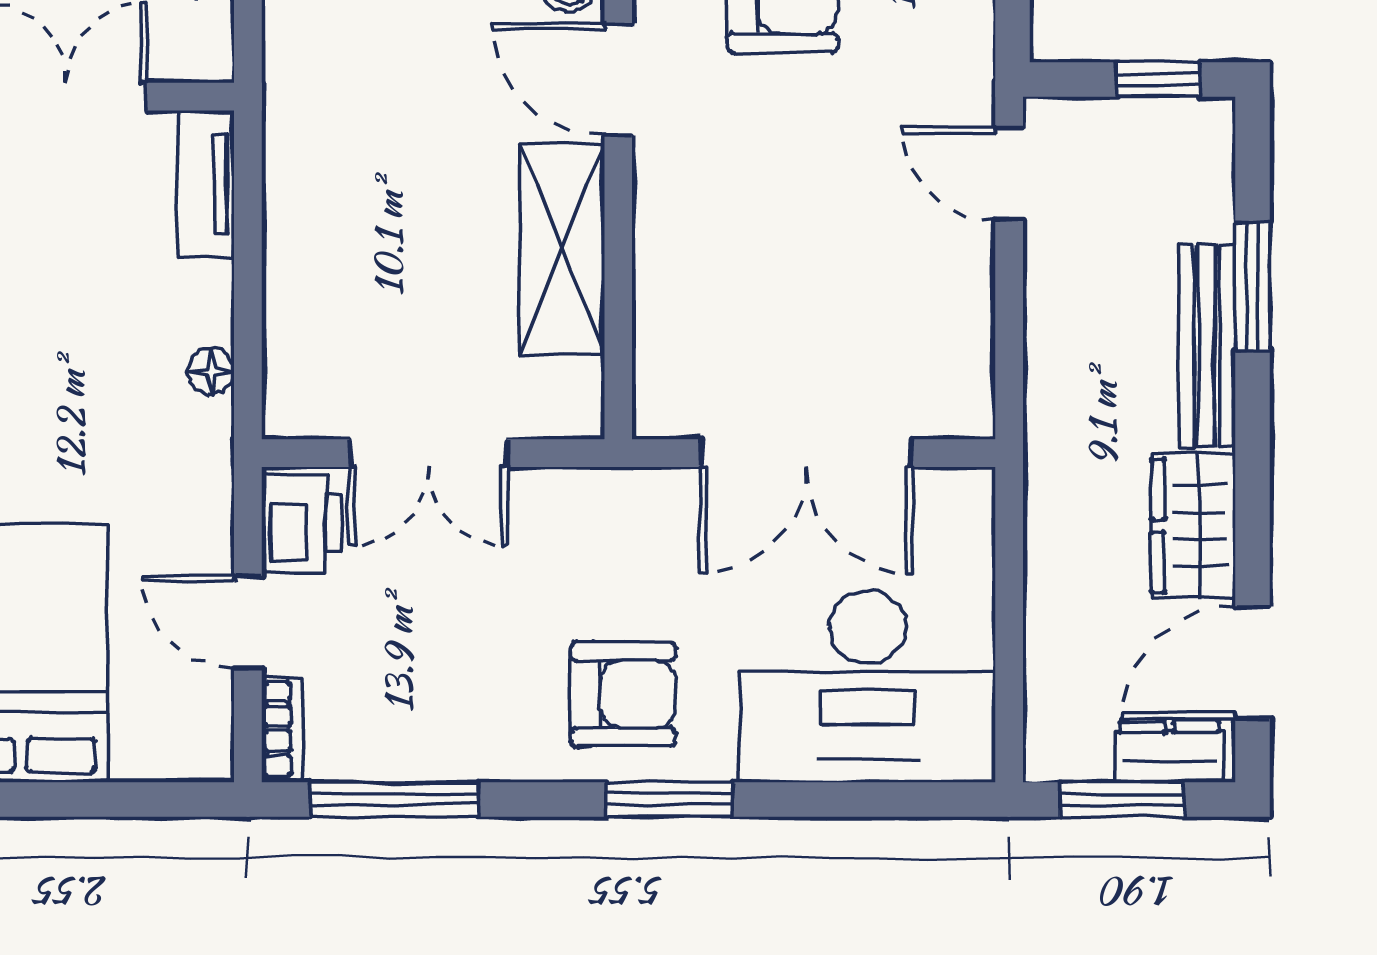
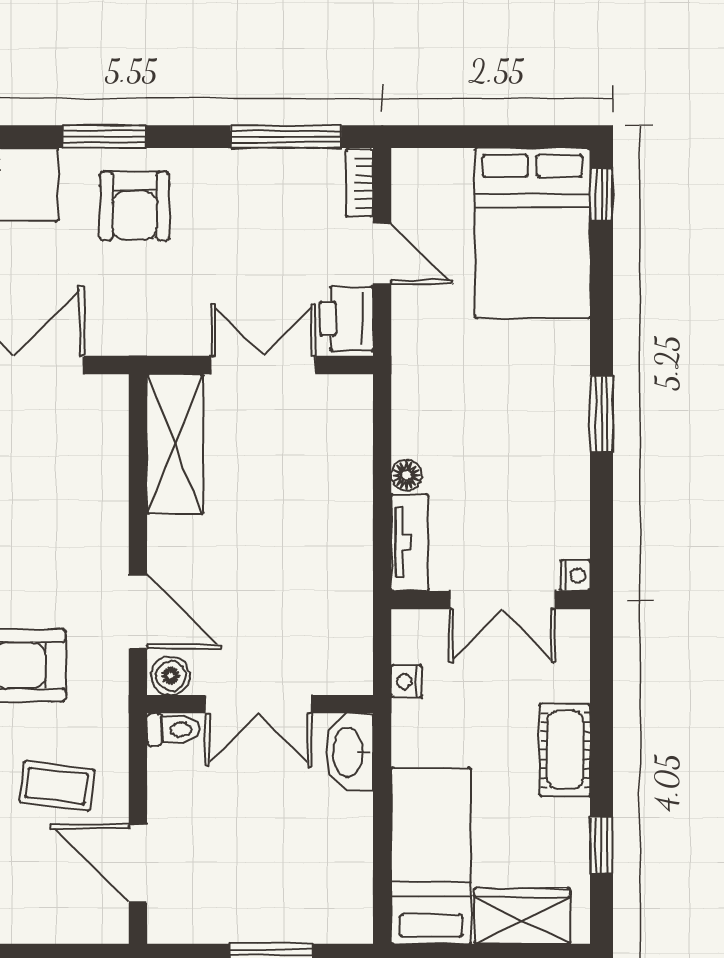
shelving: (562, 249) -> (175, 444), moved
floor lamp: (211, 371) -> (406, 475), moved
armchair: (623, 694) -> (135, 206), turned -90

